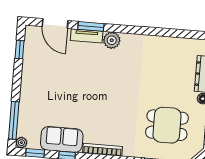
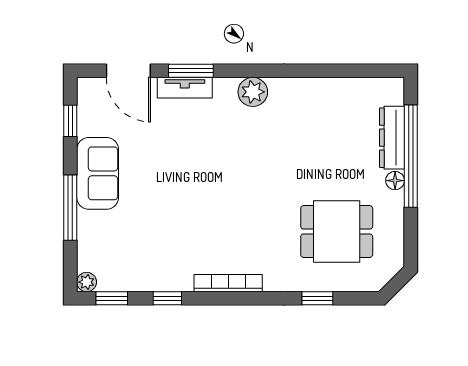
plant: (112, 40) -> (253, 92), moved
window: (14, 120) -> (70, 208), moved
sofa: (62, 139) -> (98, 173), moved, turned 90

